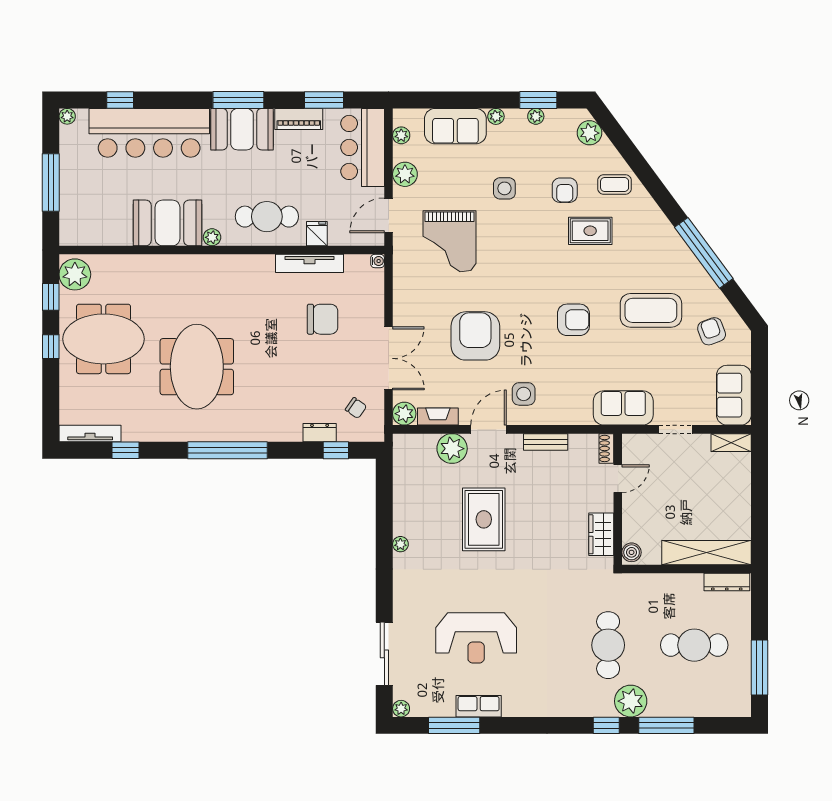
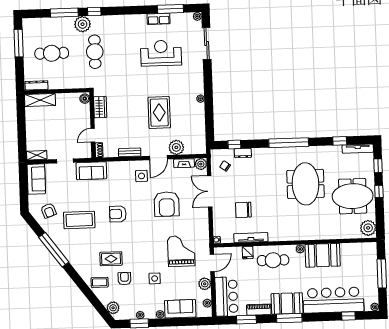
window: (51, 297) -> (378, 166), moved
shelving: (706, 553) -> (40, 100), width x0.68

